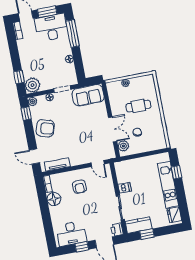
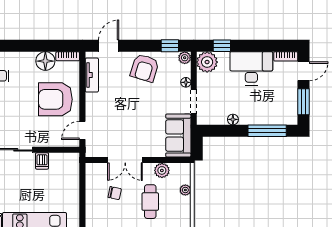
desk: (51, 27) -> (251, 68), moved, turned -90
plant: (123, 146) -> (162, 170), moved
armchair: (79, 187) -> (55, 99), width x1.88, depth x1.88

